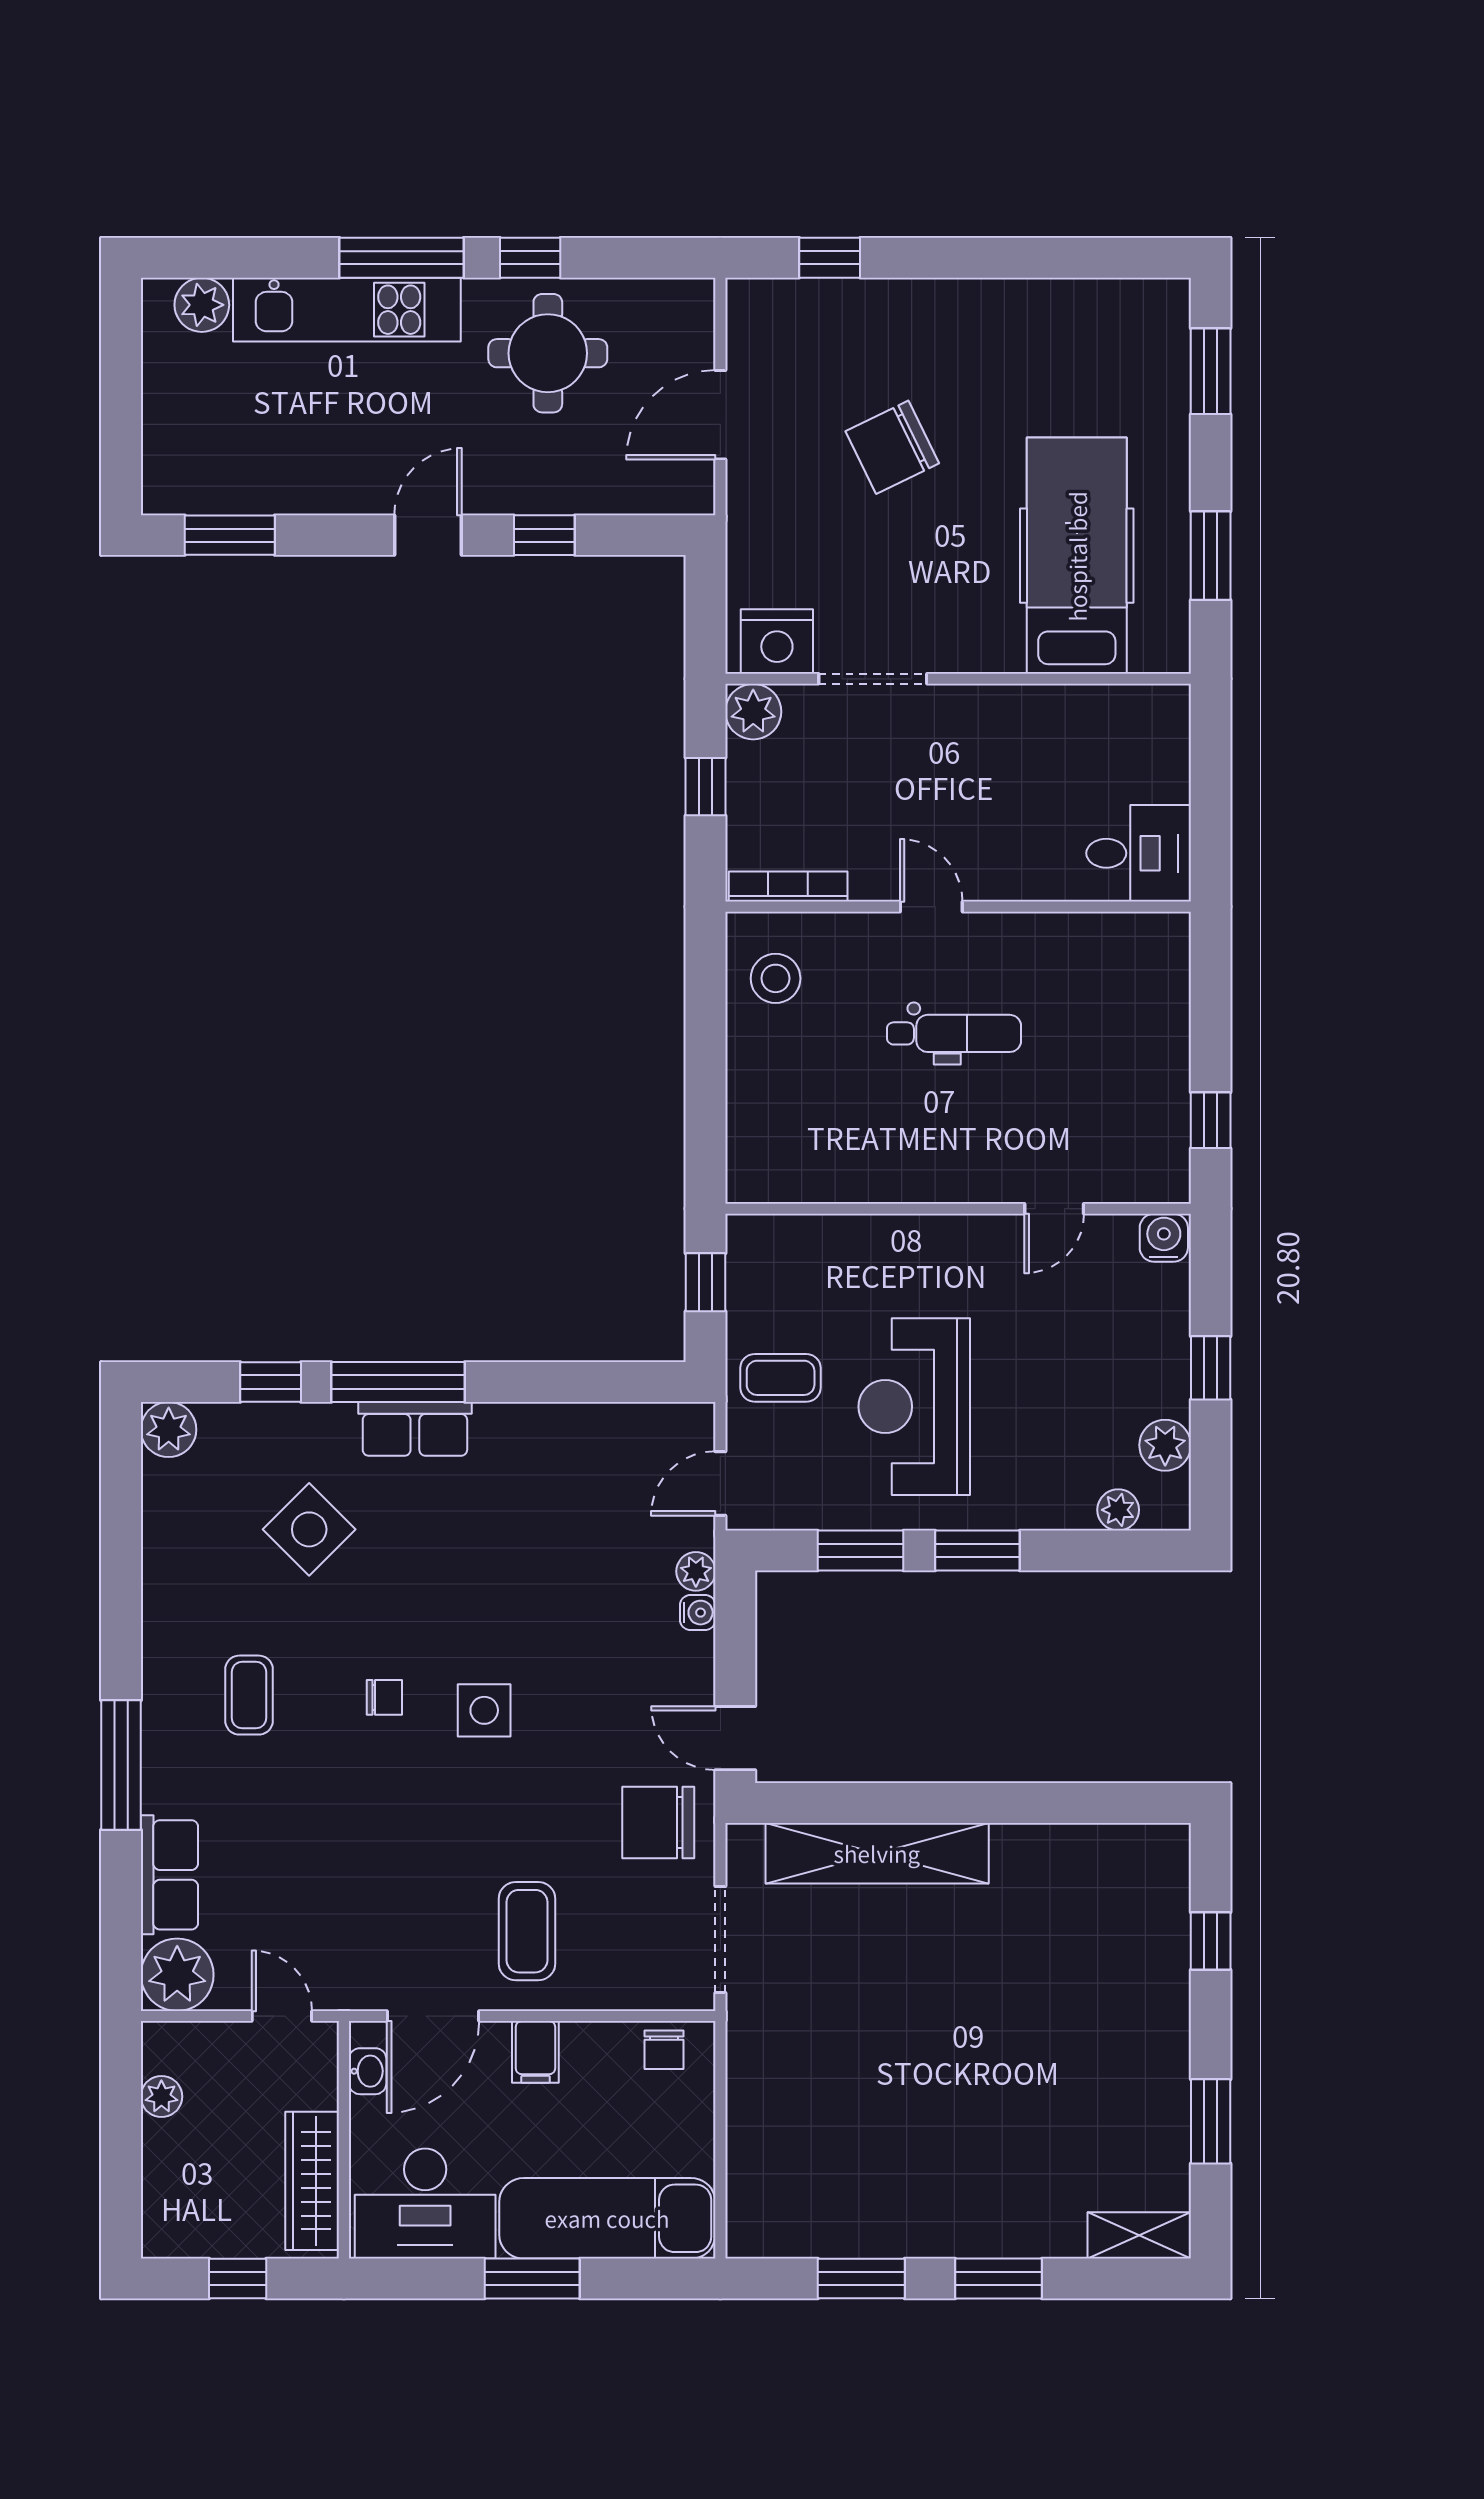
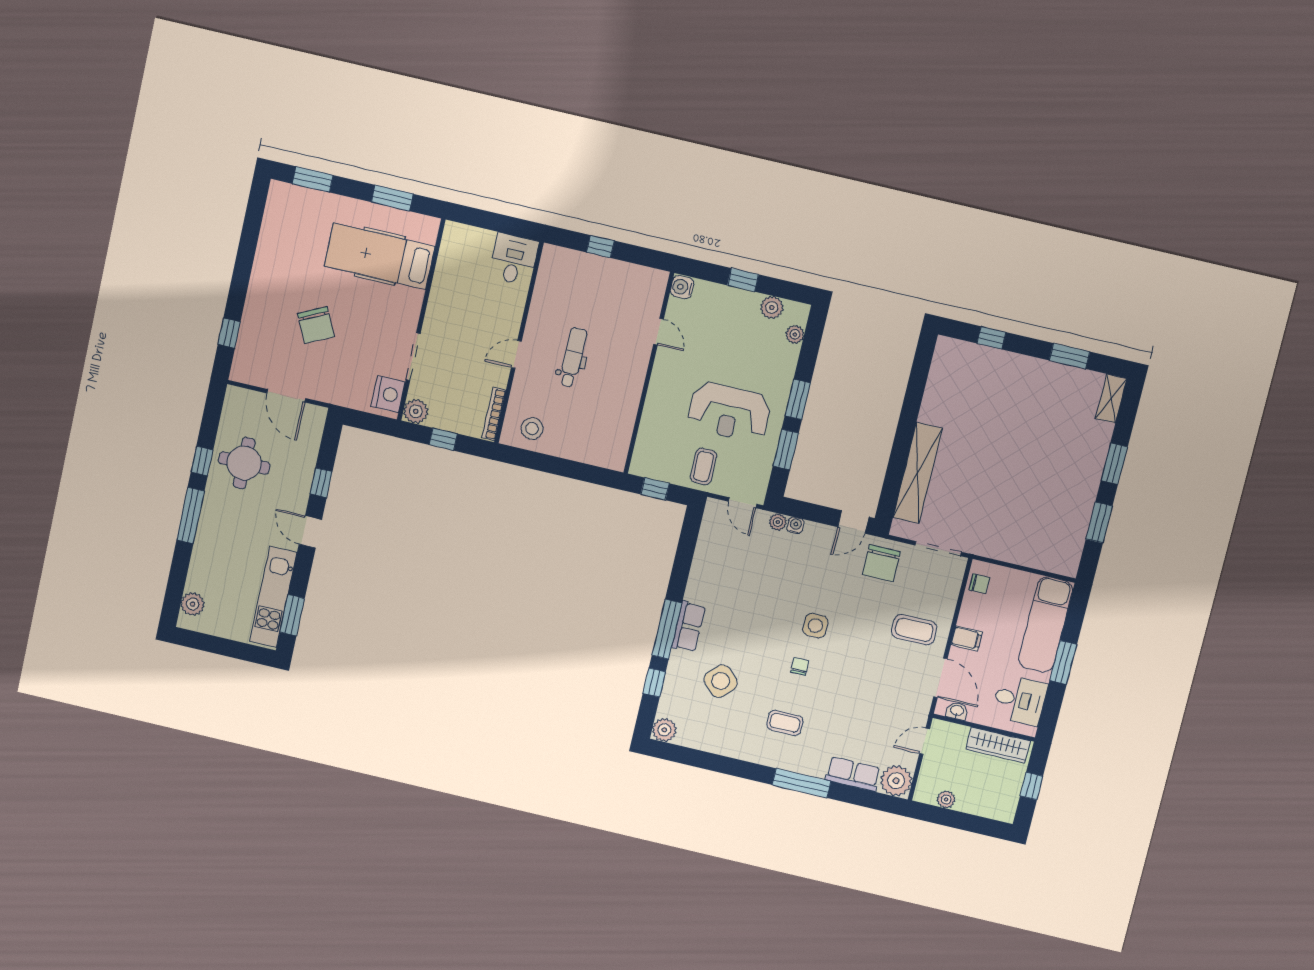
kitchen unit: (347, 310) -> (273, 597), moved, turned 180
window: (1211, 1120) -> (600, 247), moved
desk: (425, 2204) -> (1020, 700), width x0.73

